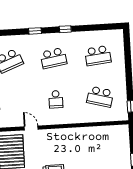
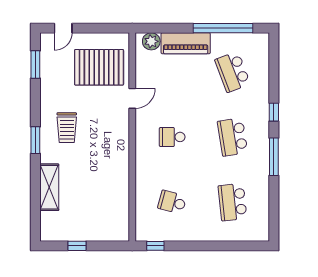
window: (65, 29) -> (274, 157), width x2.17
school desk: (100, 97) -> (172, 202), width x0.54

